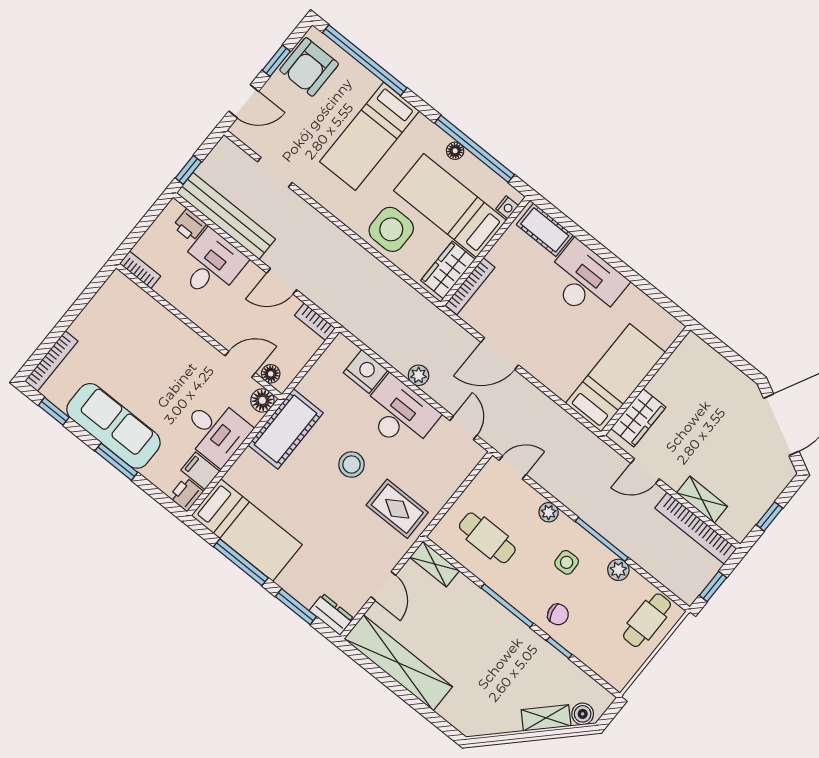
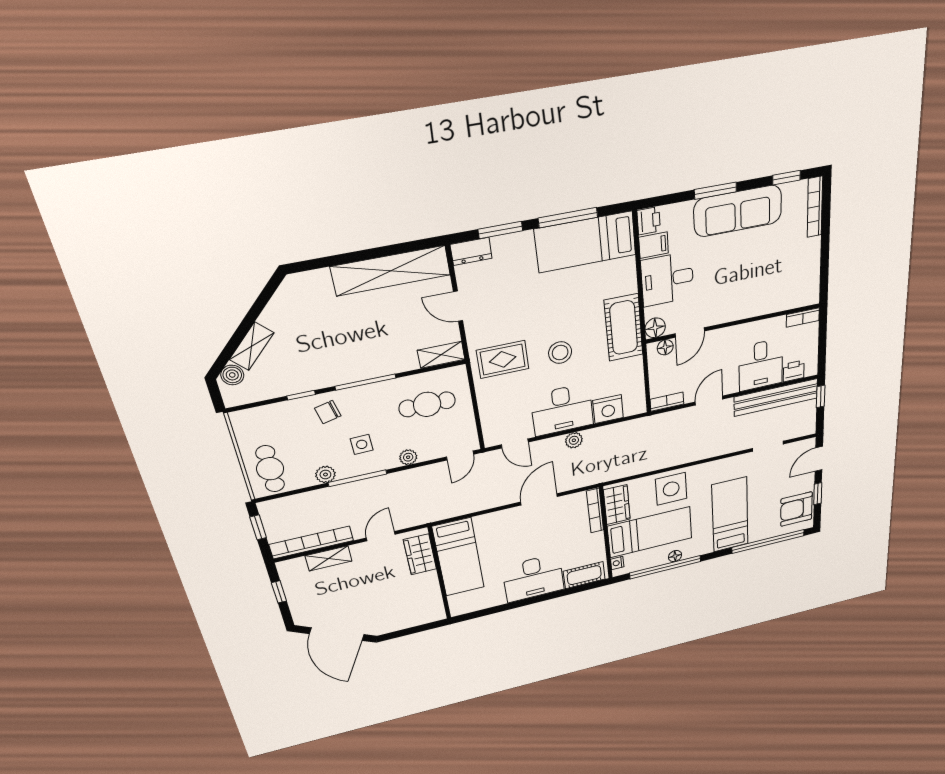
armchair: (309, 67) -> (796, 509), turned -90

